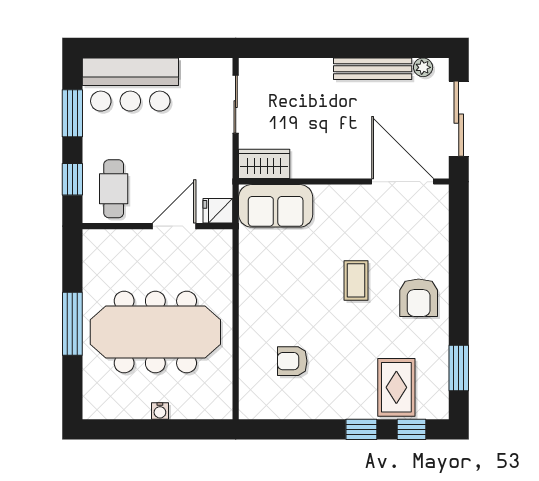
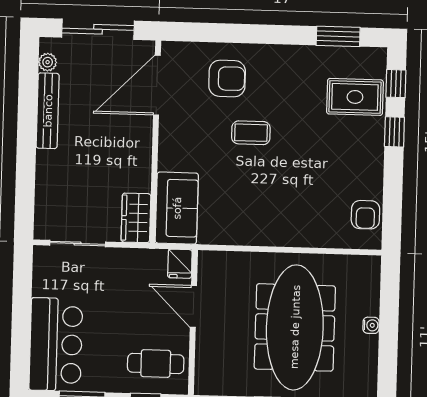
armchair: (419, 298) -> (227, 78), moved
armchair: (292, 361) -> (365, 215), moved

